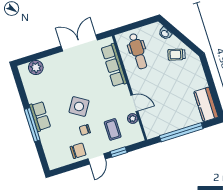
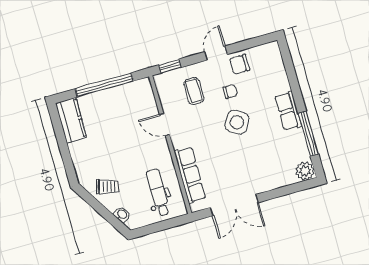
plant: (36, 68) -> (305, 171), moved
plant: (133, 119) -> (167, 105), removed
window: (32, 125) -> (308, 134), moved
window: (119, 152) -> (170, 66), moved

